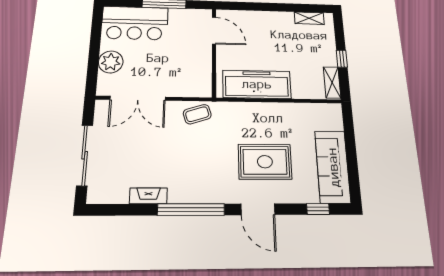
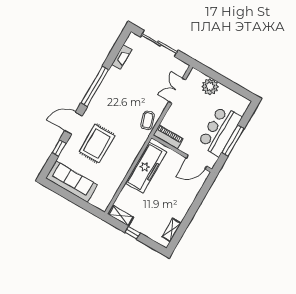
bar counter: (135, 23) -> (220, 131), moved
piano: (203, 78) -> (168, 137), added
double door: (138, 98) -> (177, 91), width x0.73
fireplace: (148, 196) -> (122, 57), moved
window: (318, 209) -> (59, 148), moved

